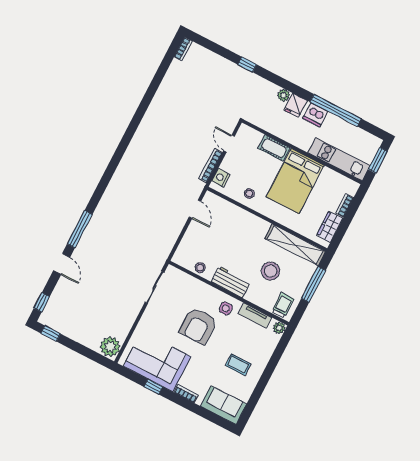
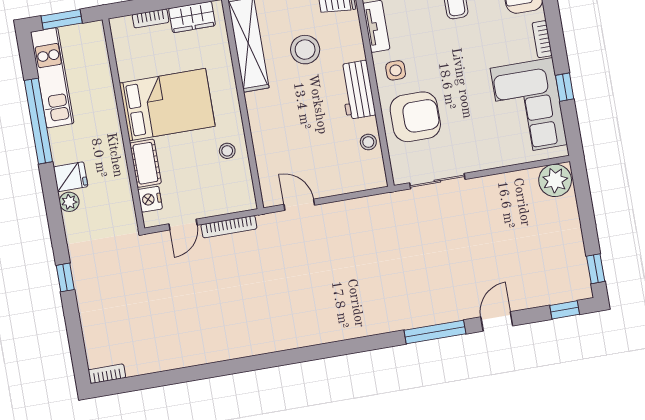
dishwasher: (315, 115) -> (64, 143), removed
kitchen unit: (339, 159) -> (52, 78), moved, turned 180
nightstand: (221, 178) -> (150, 199), moved, turned 90
door: (195, 209) -> (299, 205), hinge flipped
armchair: (198, 326) -> (415, 117), moved

